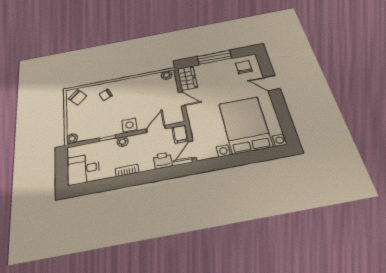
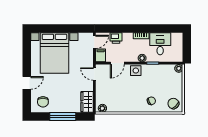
door: (272, 83) -> (27, 83), hinge flipped
door: (182, 99) -> (94, 74), moved
desk: (83, 169) -> (160, 44), moved, turned -90

